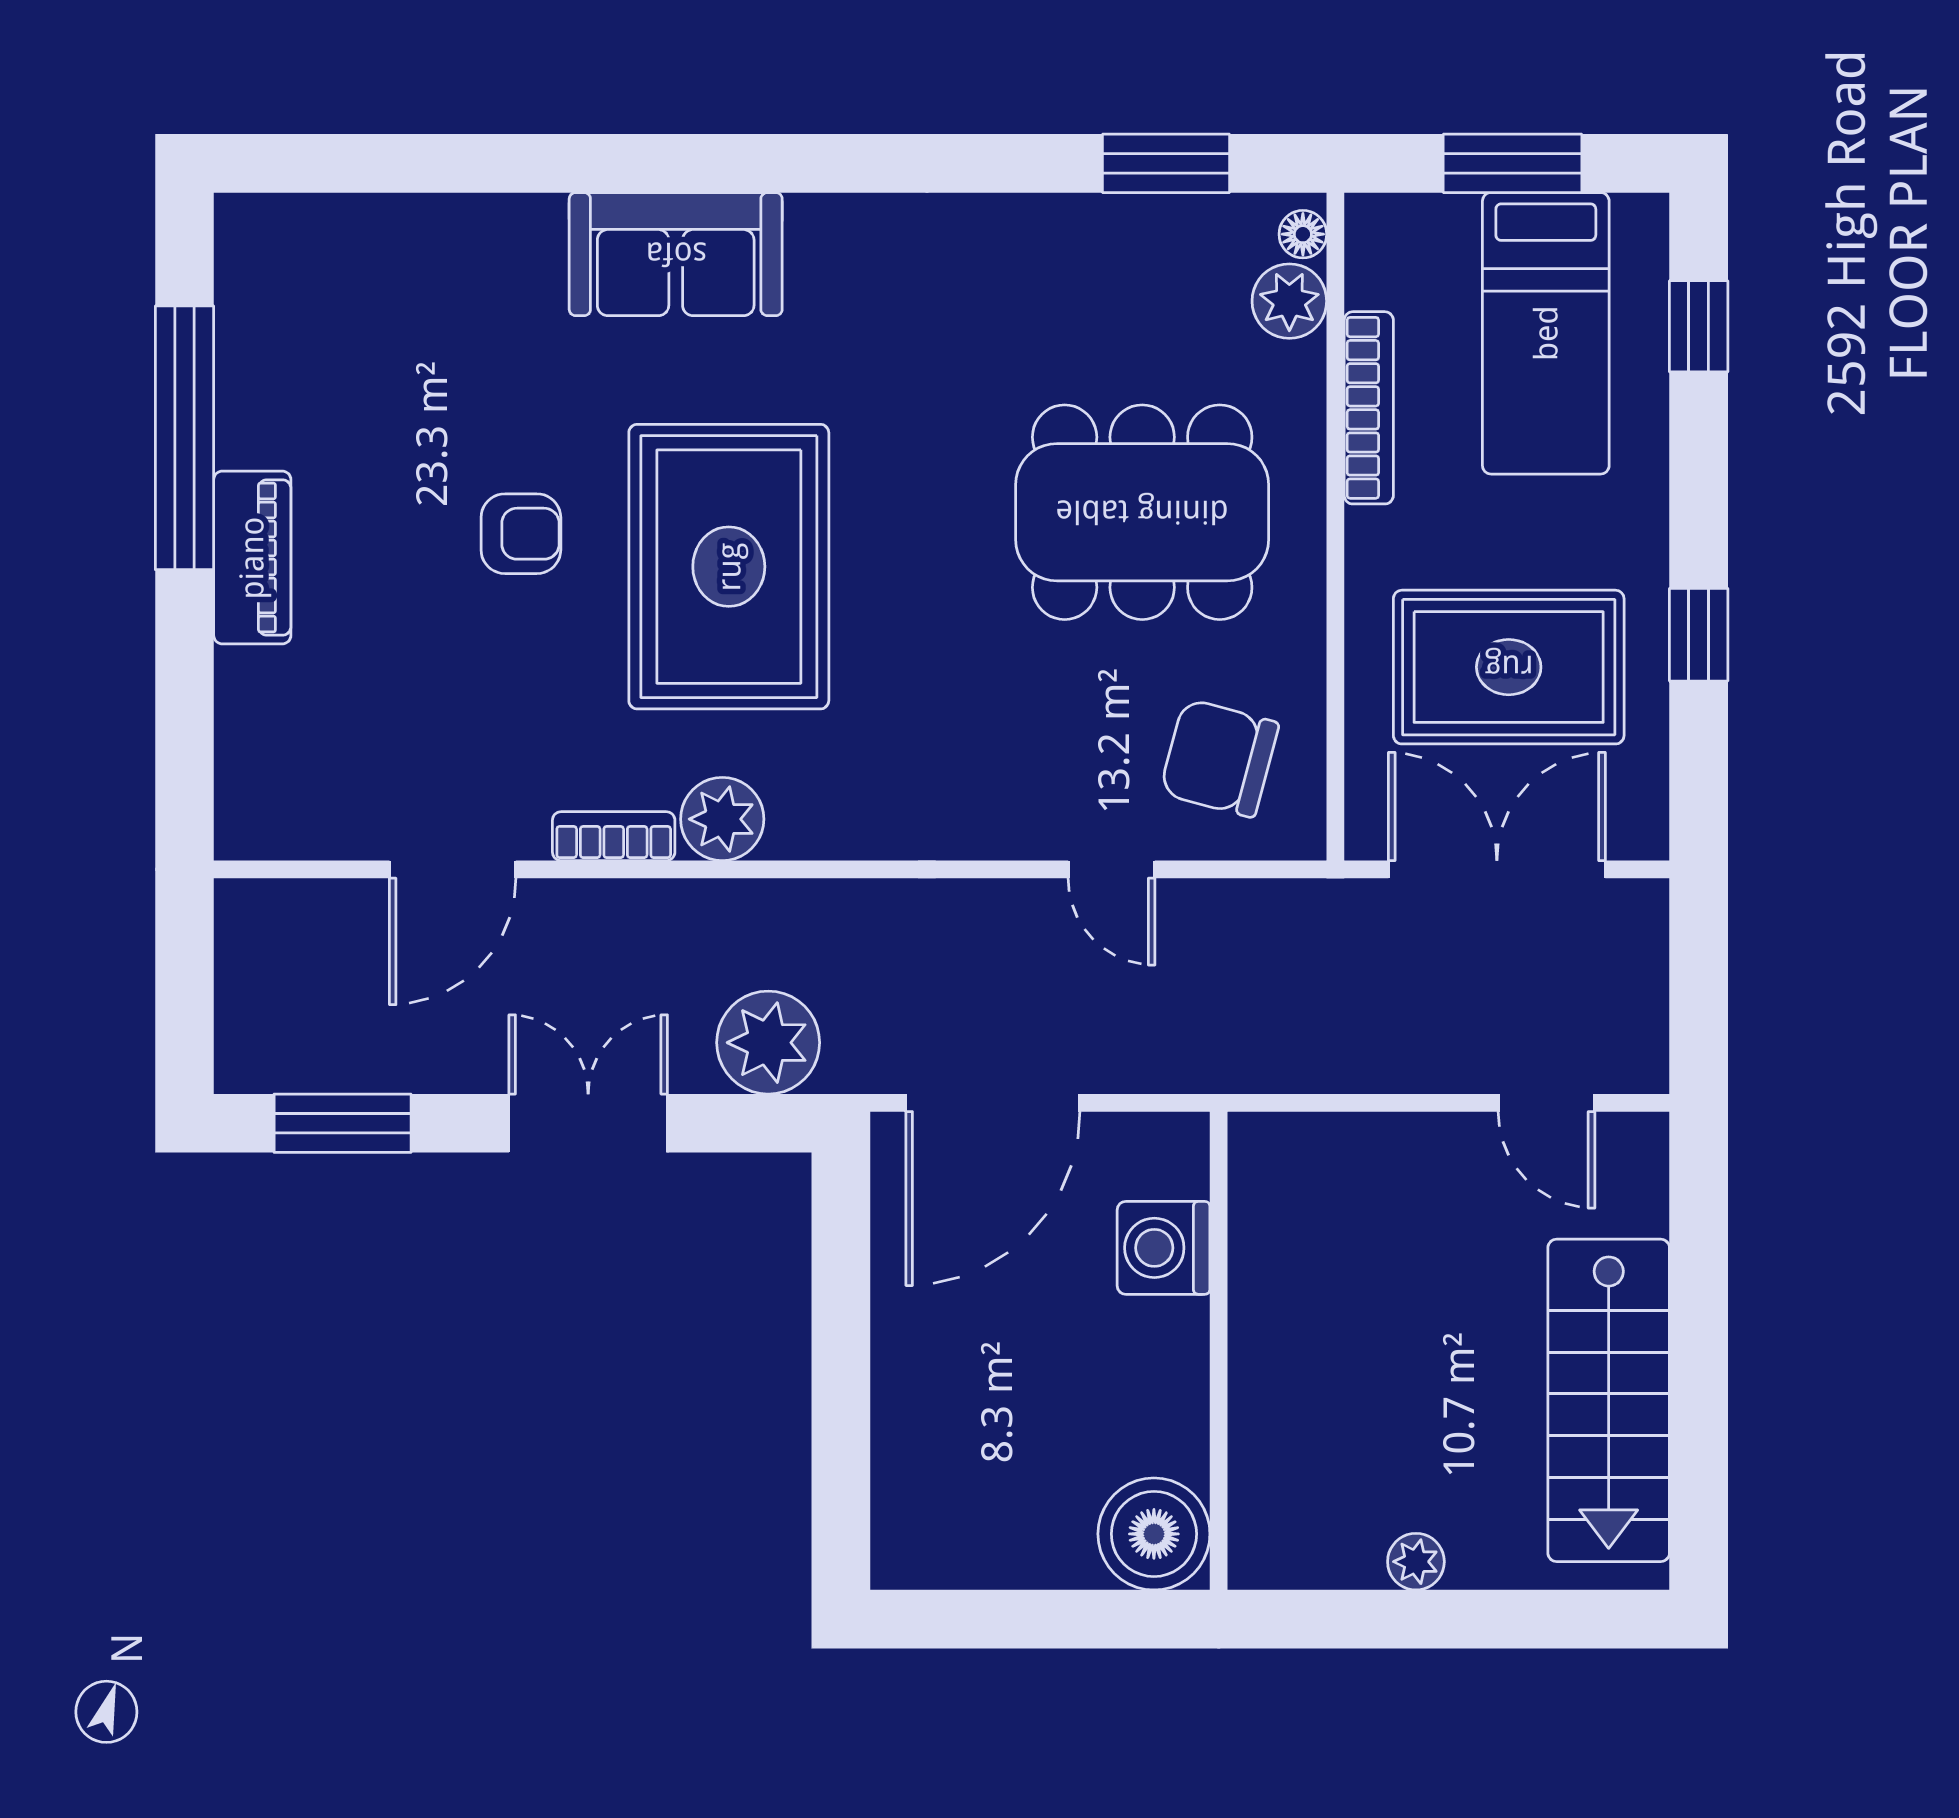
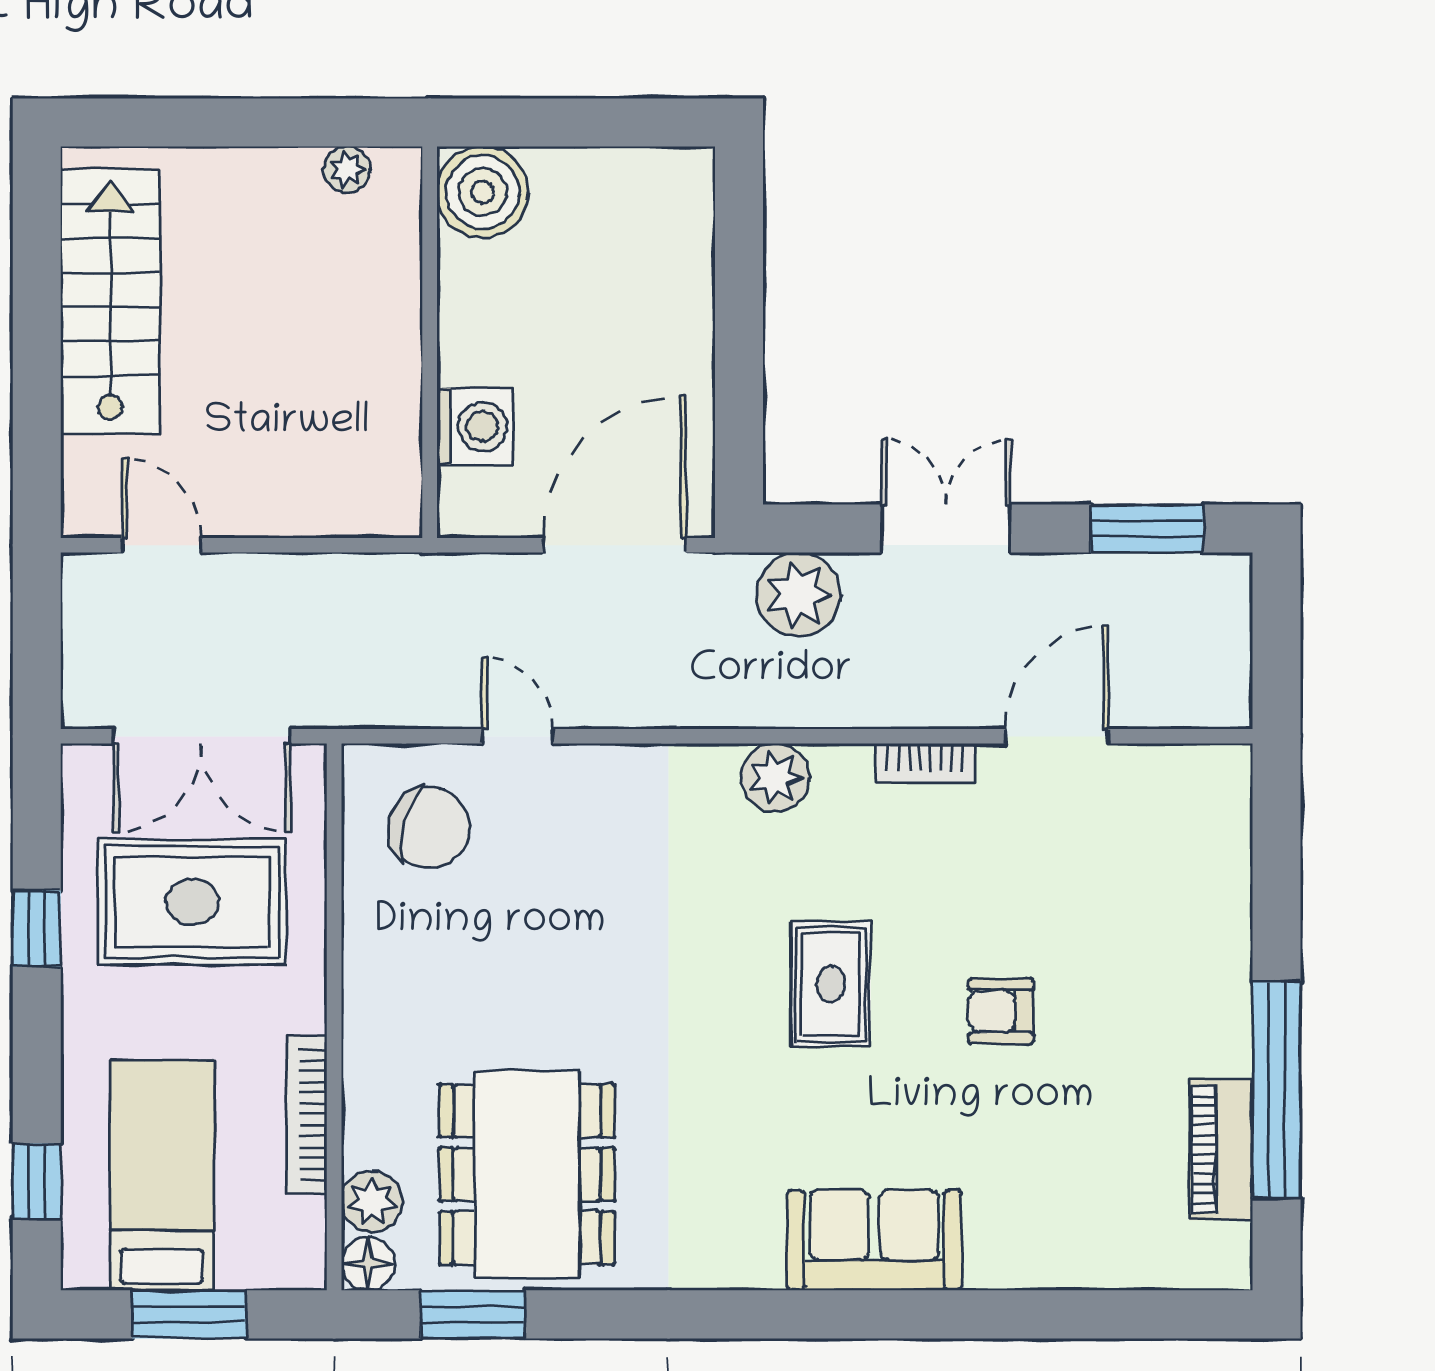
floor lamp: (1303, 234) -> (368, 1264), width x1.37, depth x1.37
dining table: (1142, 512) -> (527, 1174), moved, turned 90
piano: (252, 558) -> (1221, 1149), moved
rug: (729, 567) -> (831, 984), width x0.54, depth x0.49
plant: (722, 819) -> (775, 778), moved
double door: (588, 1123) -> (946, 529), swing flipped
plant: (1416, 1562) -> (347, 170), moved

